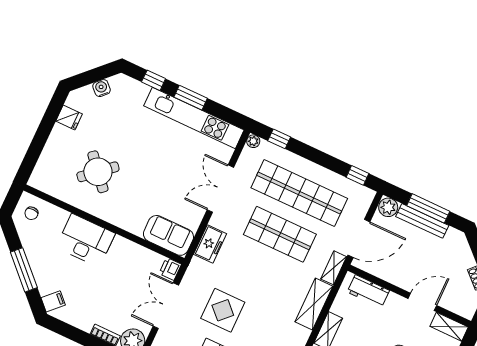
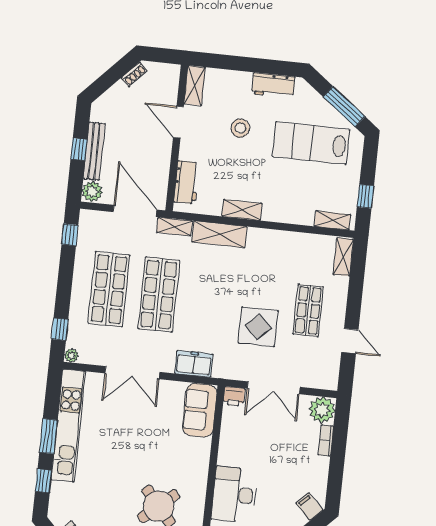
shop shelf: (299, 193) -> (109, 289), width x0.71
window: (428, 208) -> (79, 149), width x0.46

